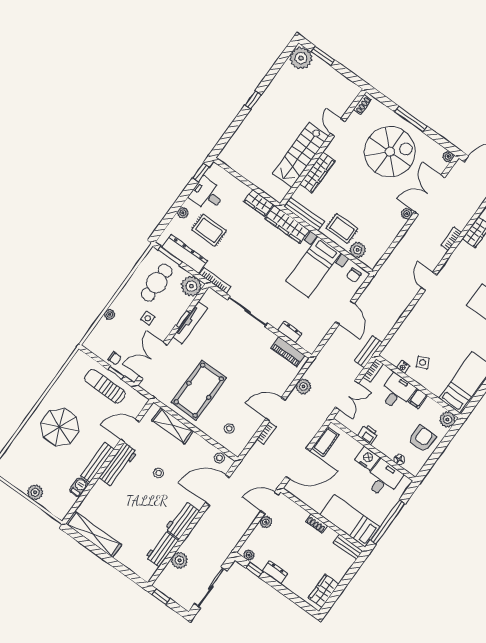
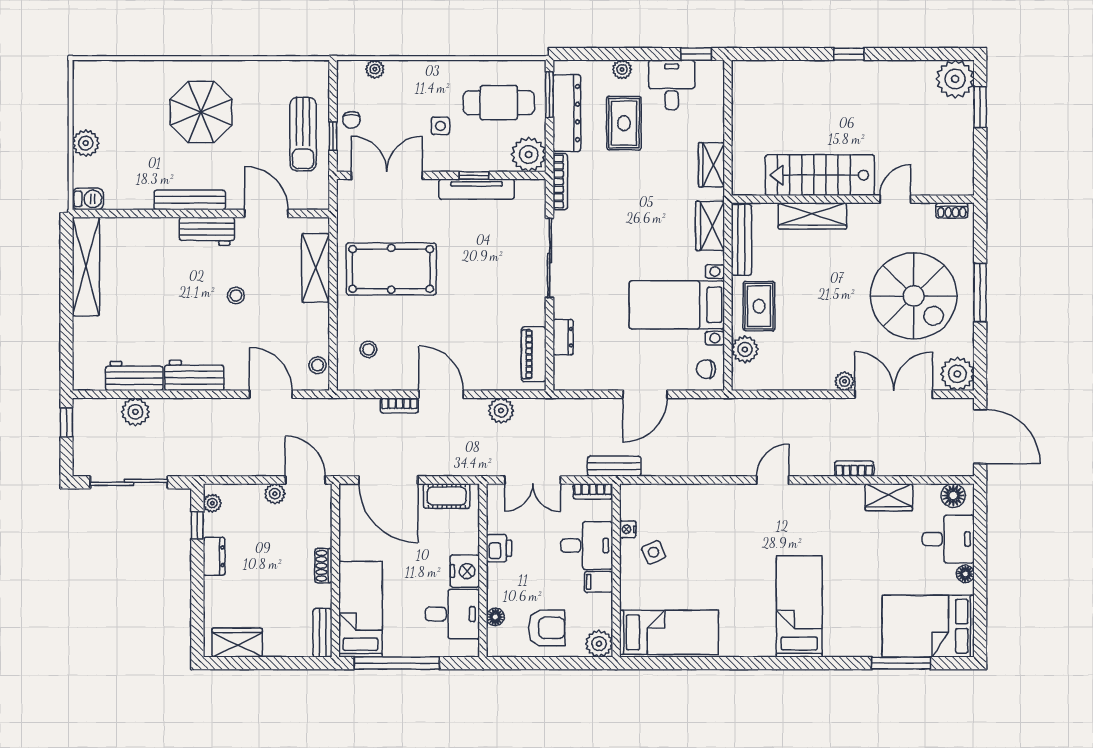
plant: (448, 157) -> (957, 374), width x1.88, depth x1.88
wardrobe: (287, 224) -> (710, 226), width x0.67
plant: (110, 314) -> (375, 69), moved
sun lounger: (105, 386) -> (303, 134), turned 180
workbench: (118, 465) -> (207, 231), width x0.73
barbecue: (79, 487) -> (88, 199), moved
door: (217, 490) -> (271, 394), width x0.73

